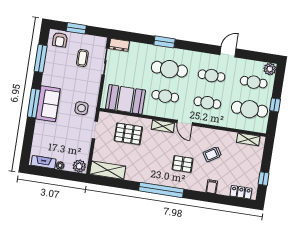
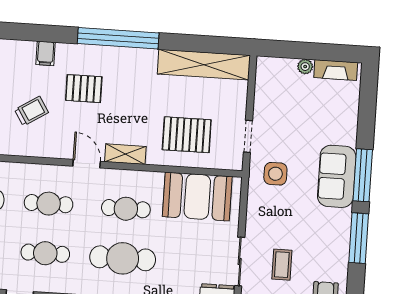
window: (41, 58) -> (359, 238), moved
plant: (79, 166) -> (270, 68), removed
shelving: (108, 170) -> (204, 65), width x1.47
filing cabinet: (212, 187) -> (46, 53), moved

